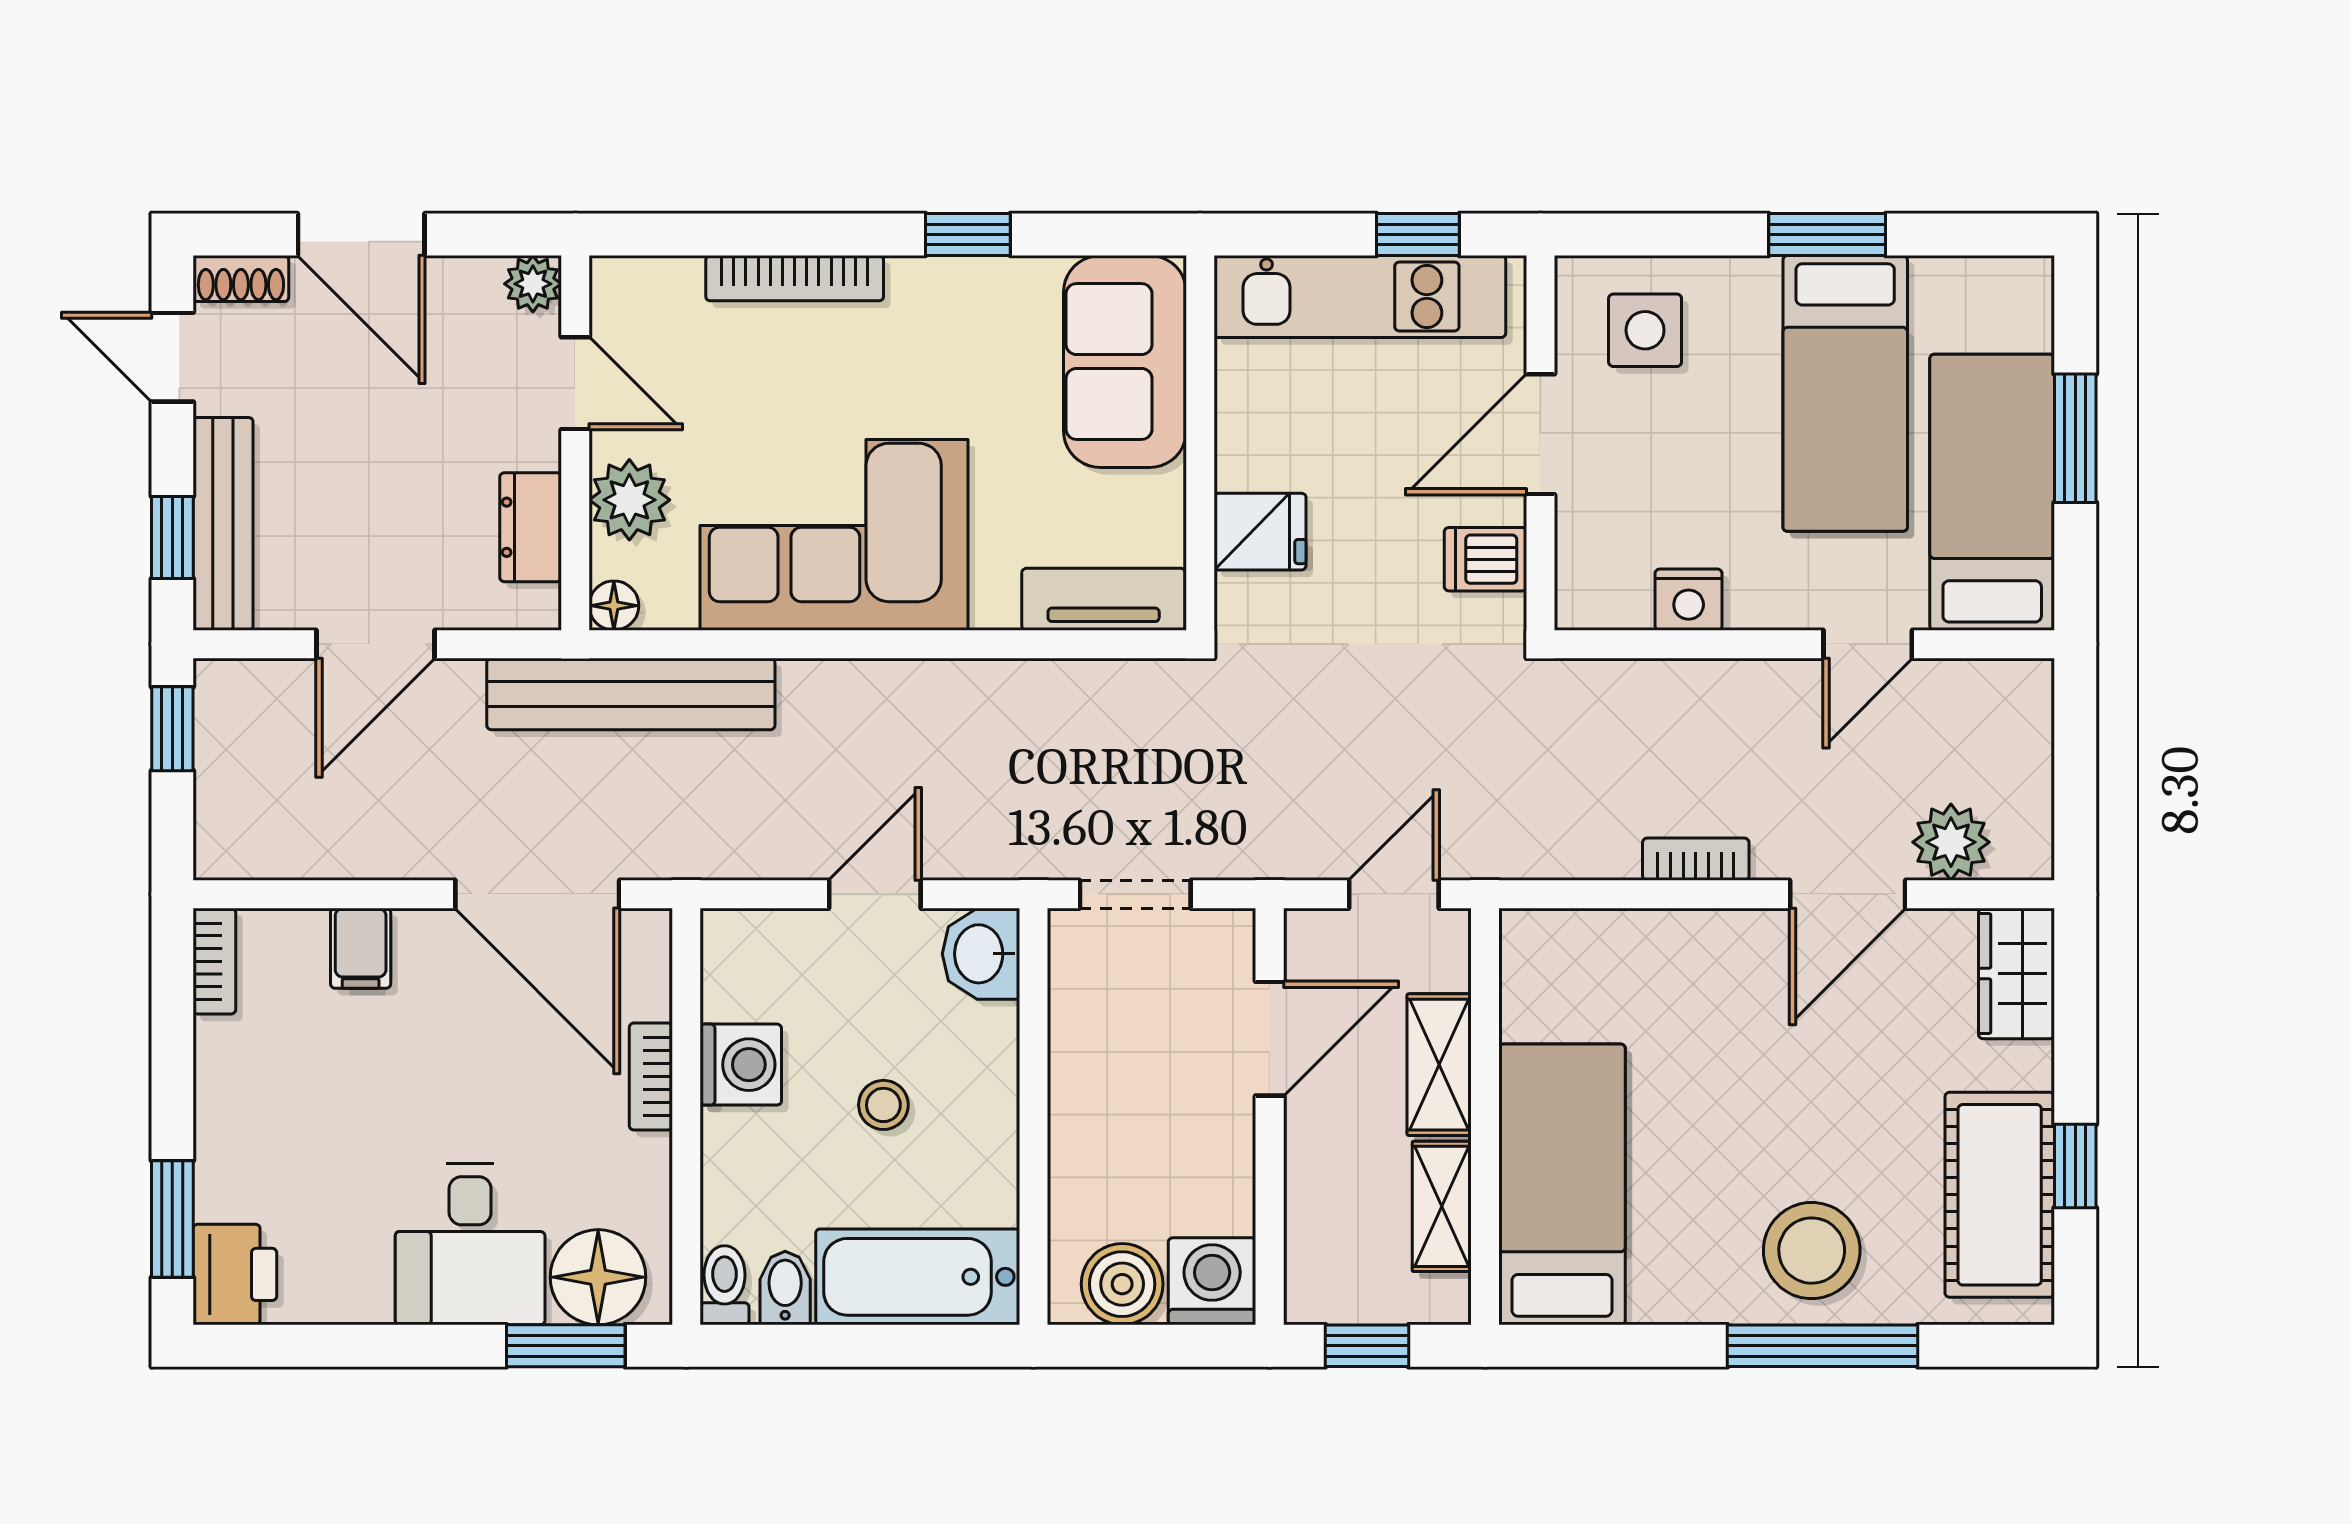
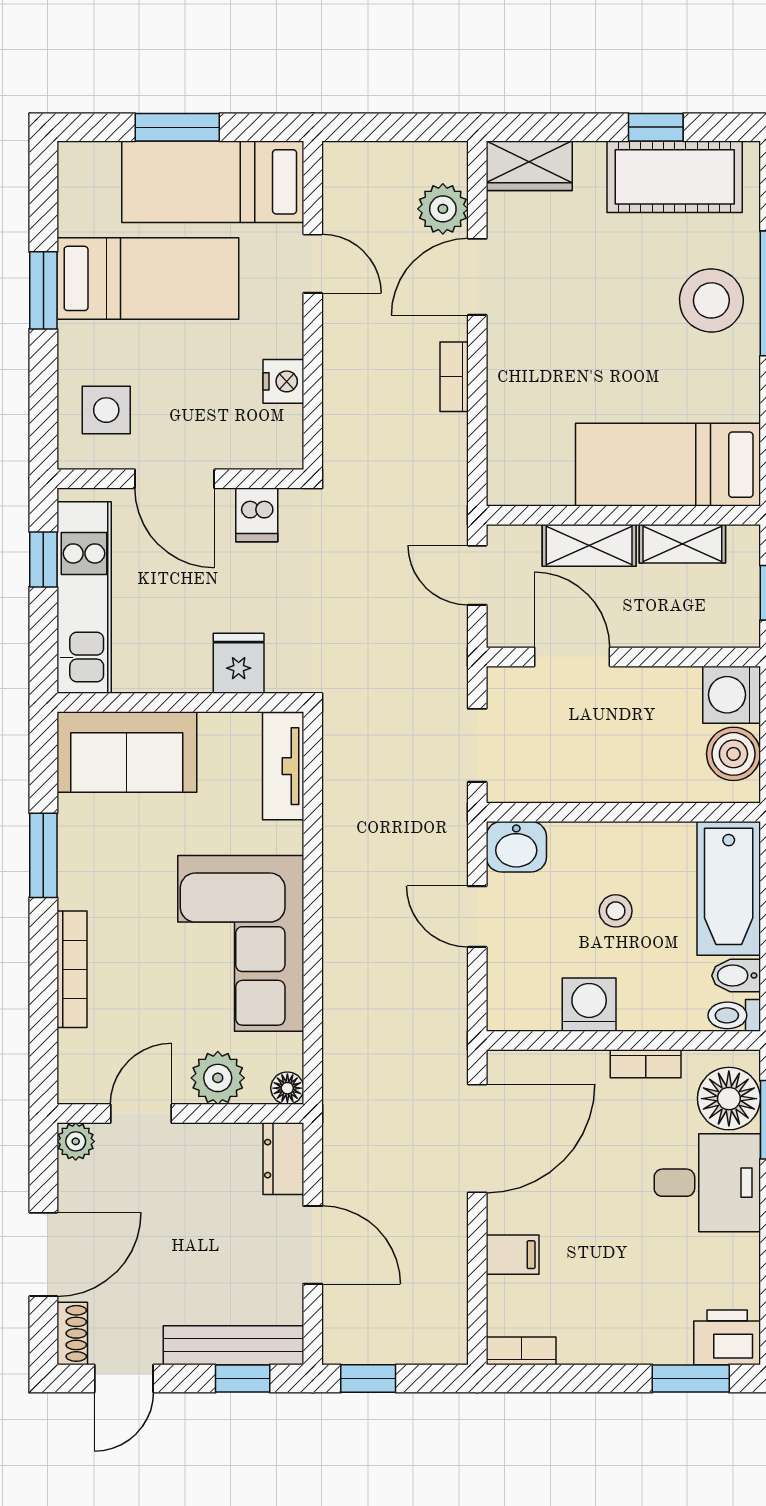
window: (968, 235) -> (43, 855), width x1.50
dresser: (531, 527) -> (283, 1159), moved, turned 90
bench: (631, 694) -> (345, 1077), removed
door: (1848, 894) -> (477, 277), swing flipped
bookcase: (651, 1077) -> (646, 1064), moved

